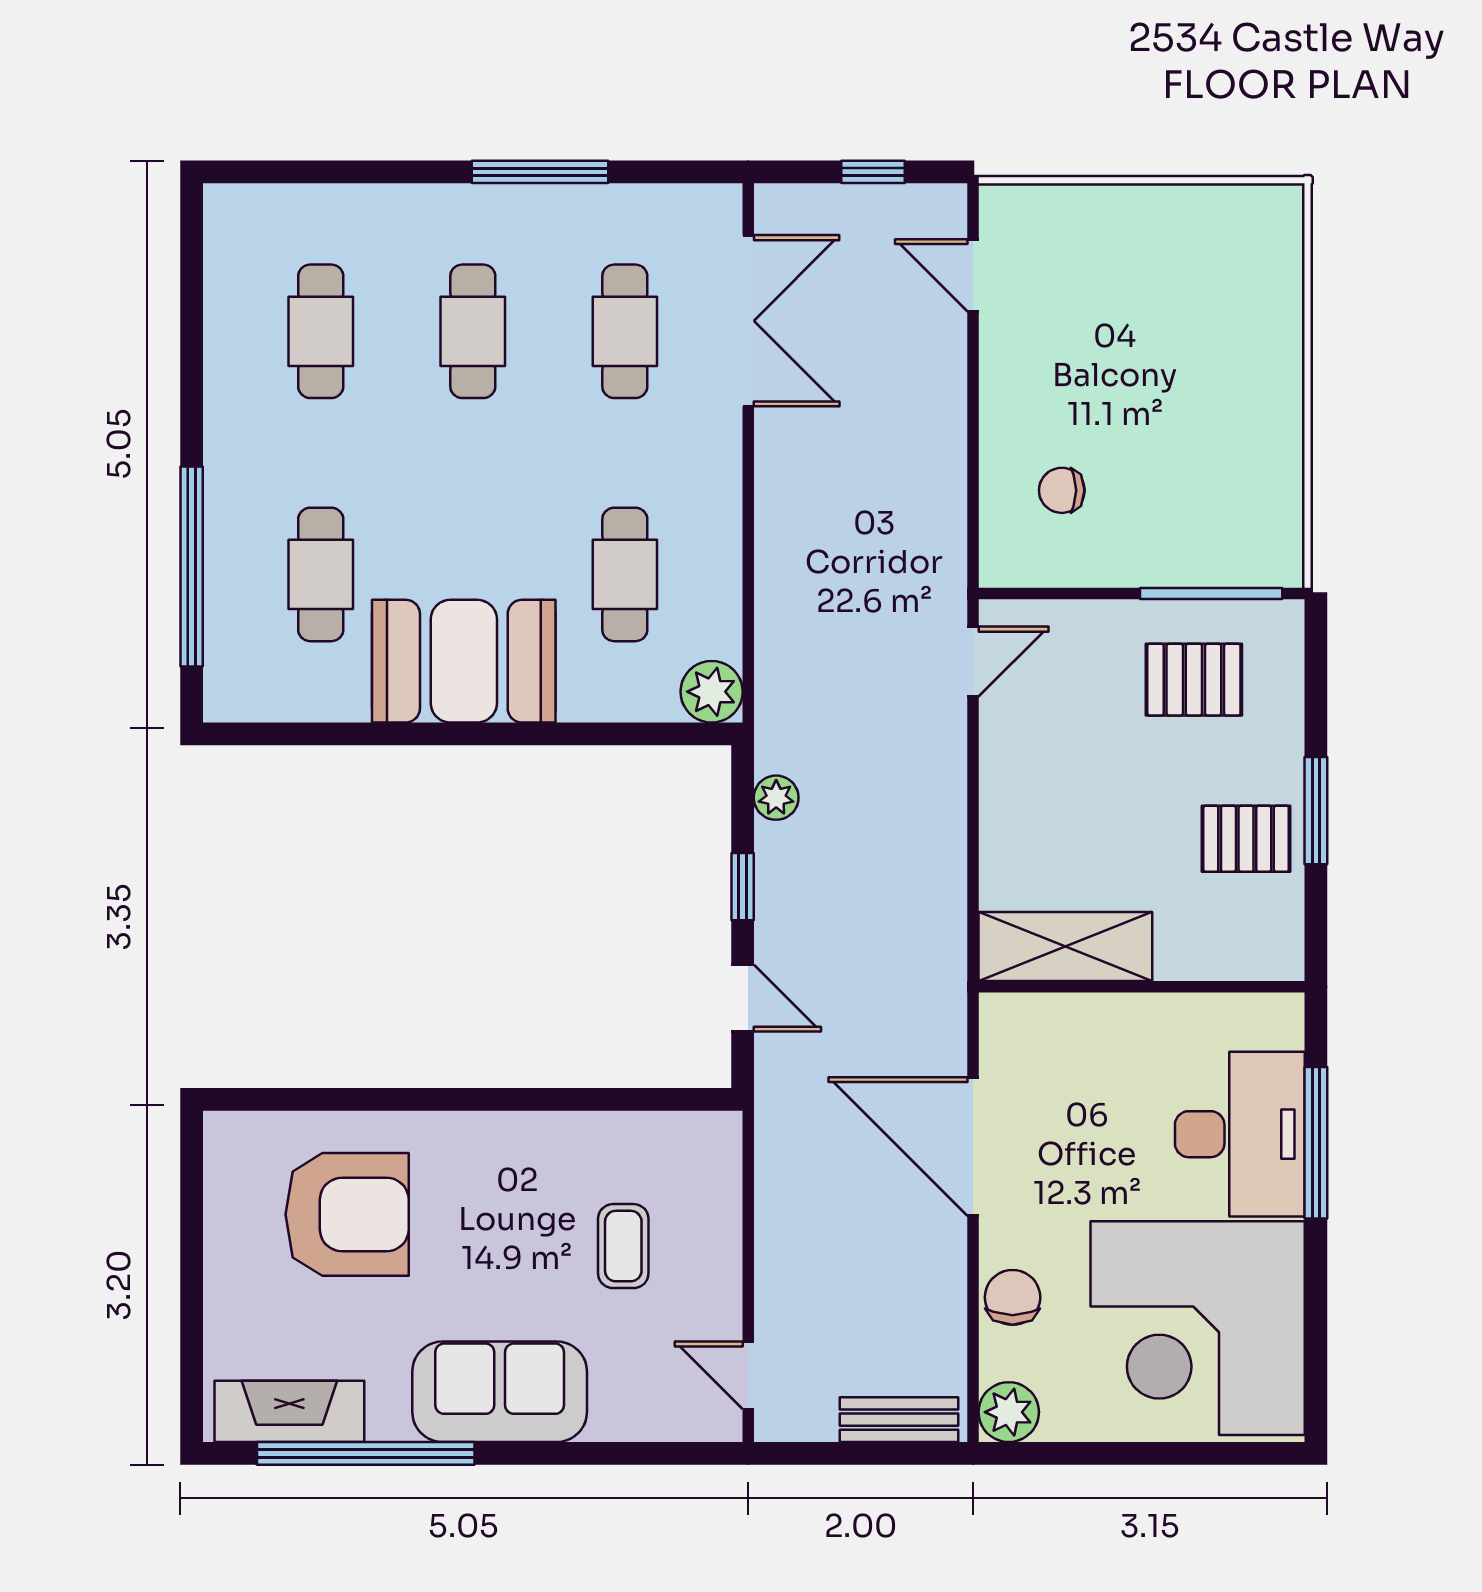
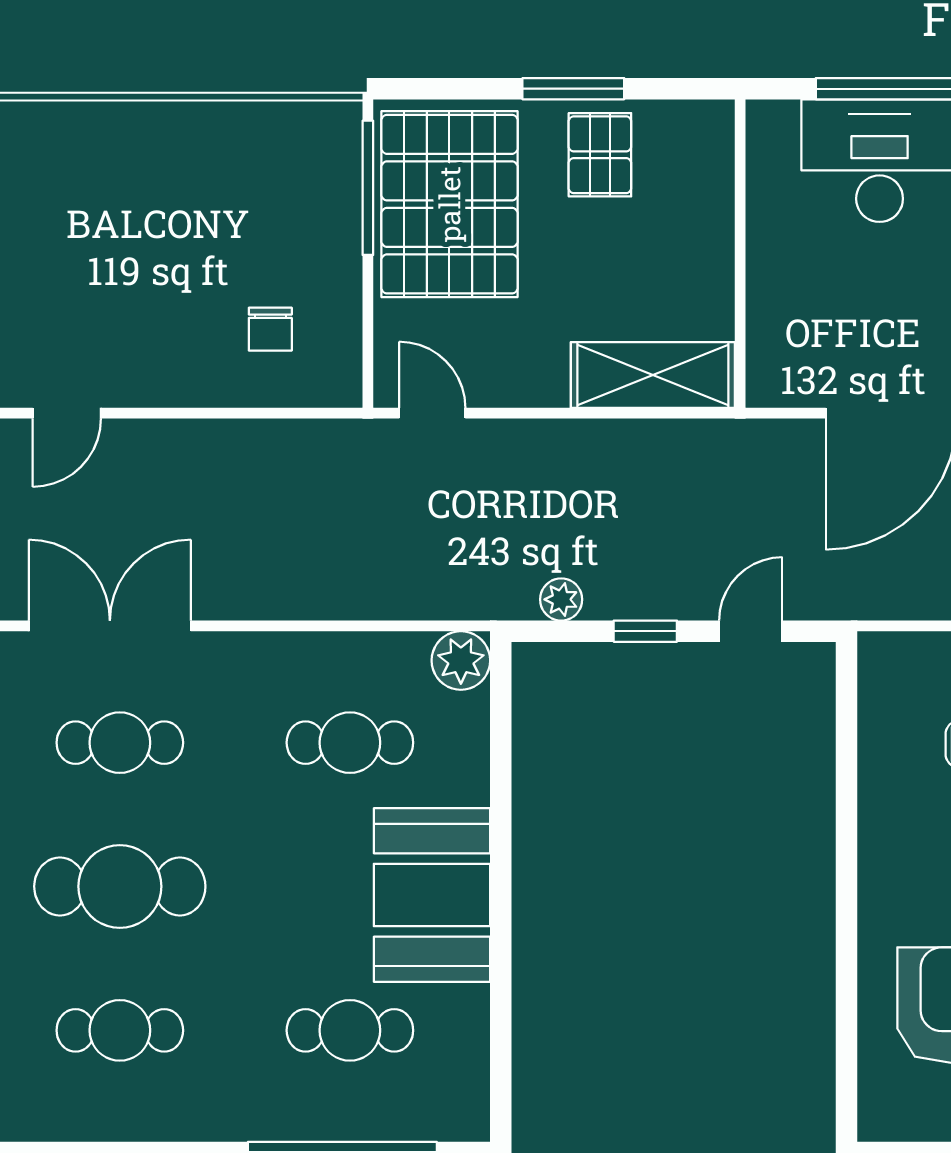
cafe table: (473, 331) -> (120, 886), width x1.37, depth x1.35
pallet: (1194, 680) -> (449, 204), width x2.05, depth x2.00
shelving: (1065, 947) -> (653, 375), moved, turned 90

